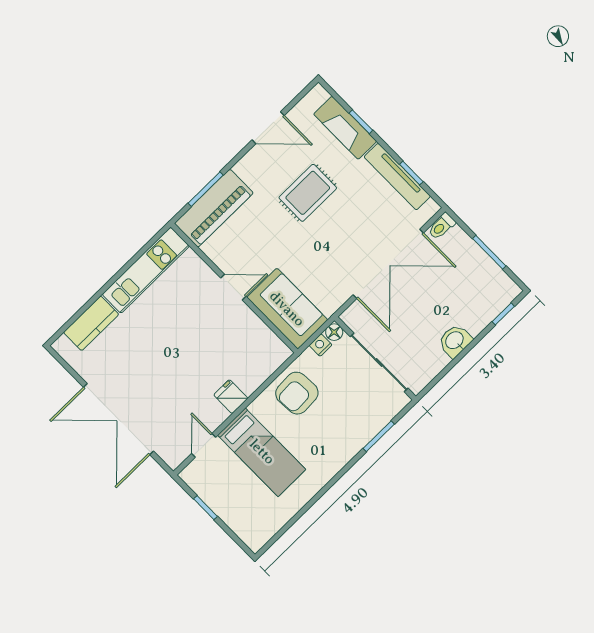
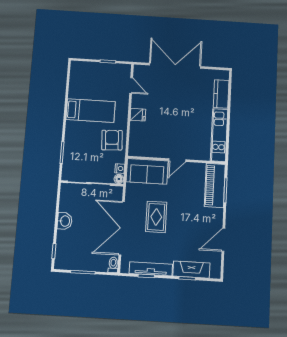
rug: (308, 193) -> (156, 217), moved
bed: (262, 452) -> (91, 111), moved, turned 180

